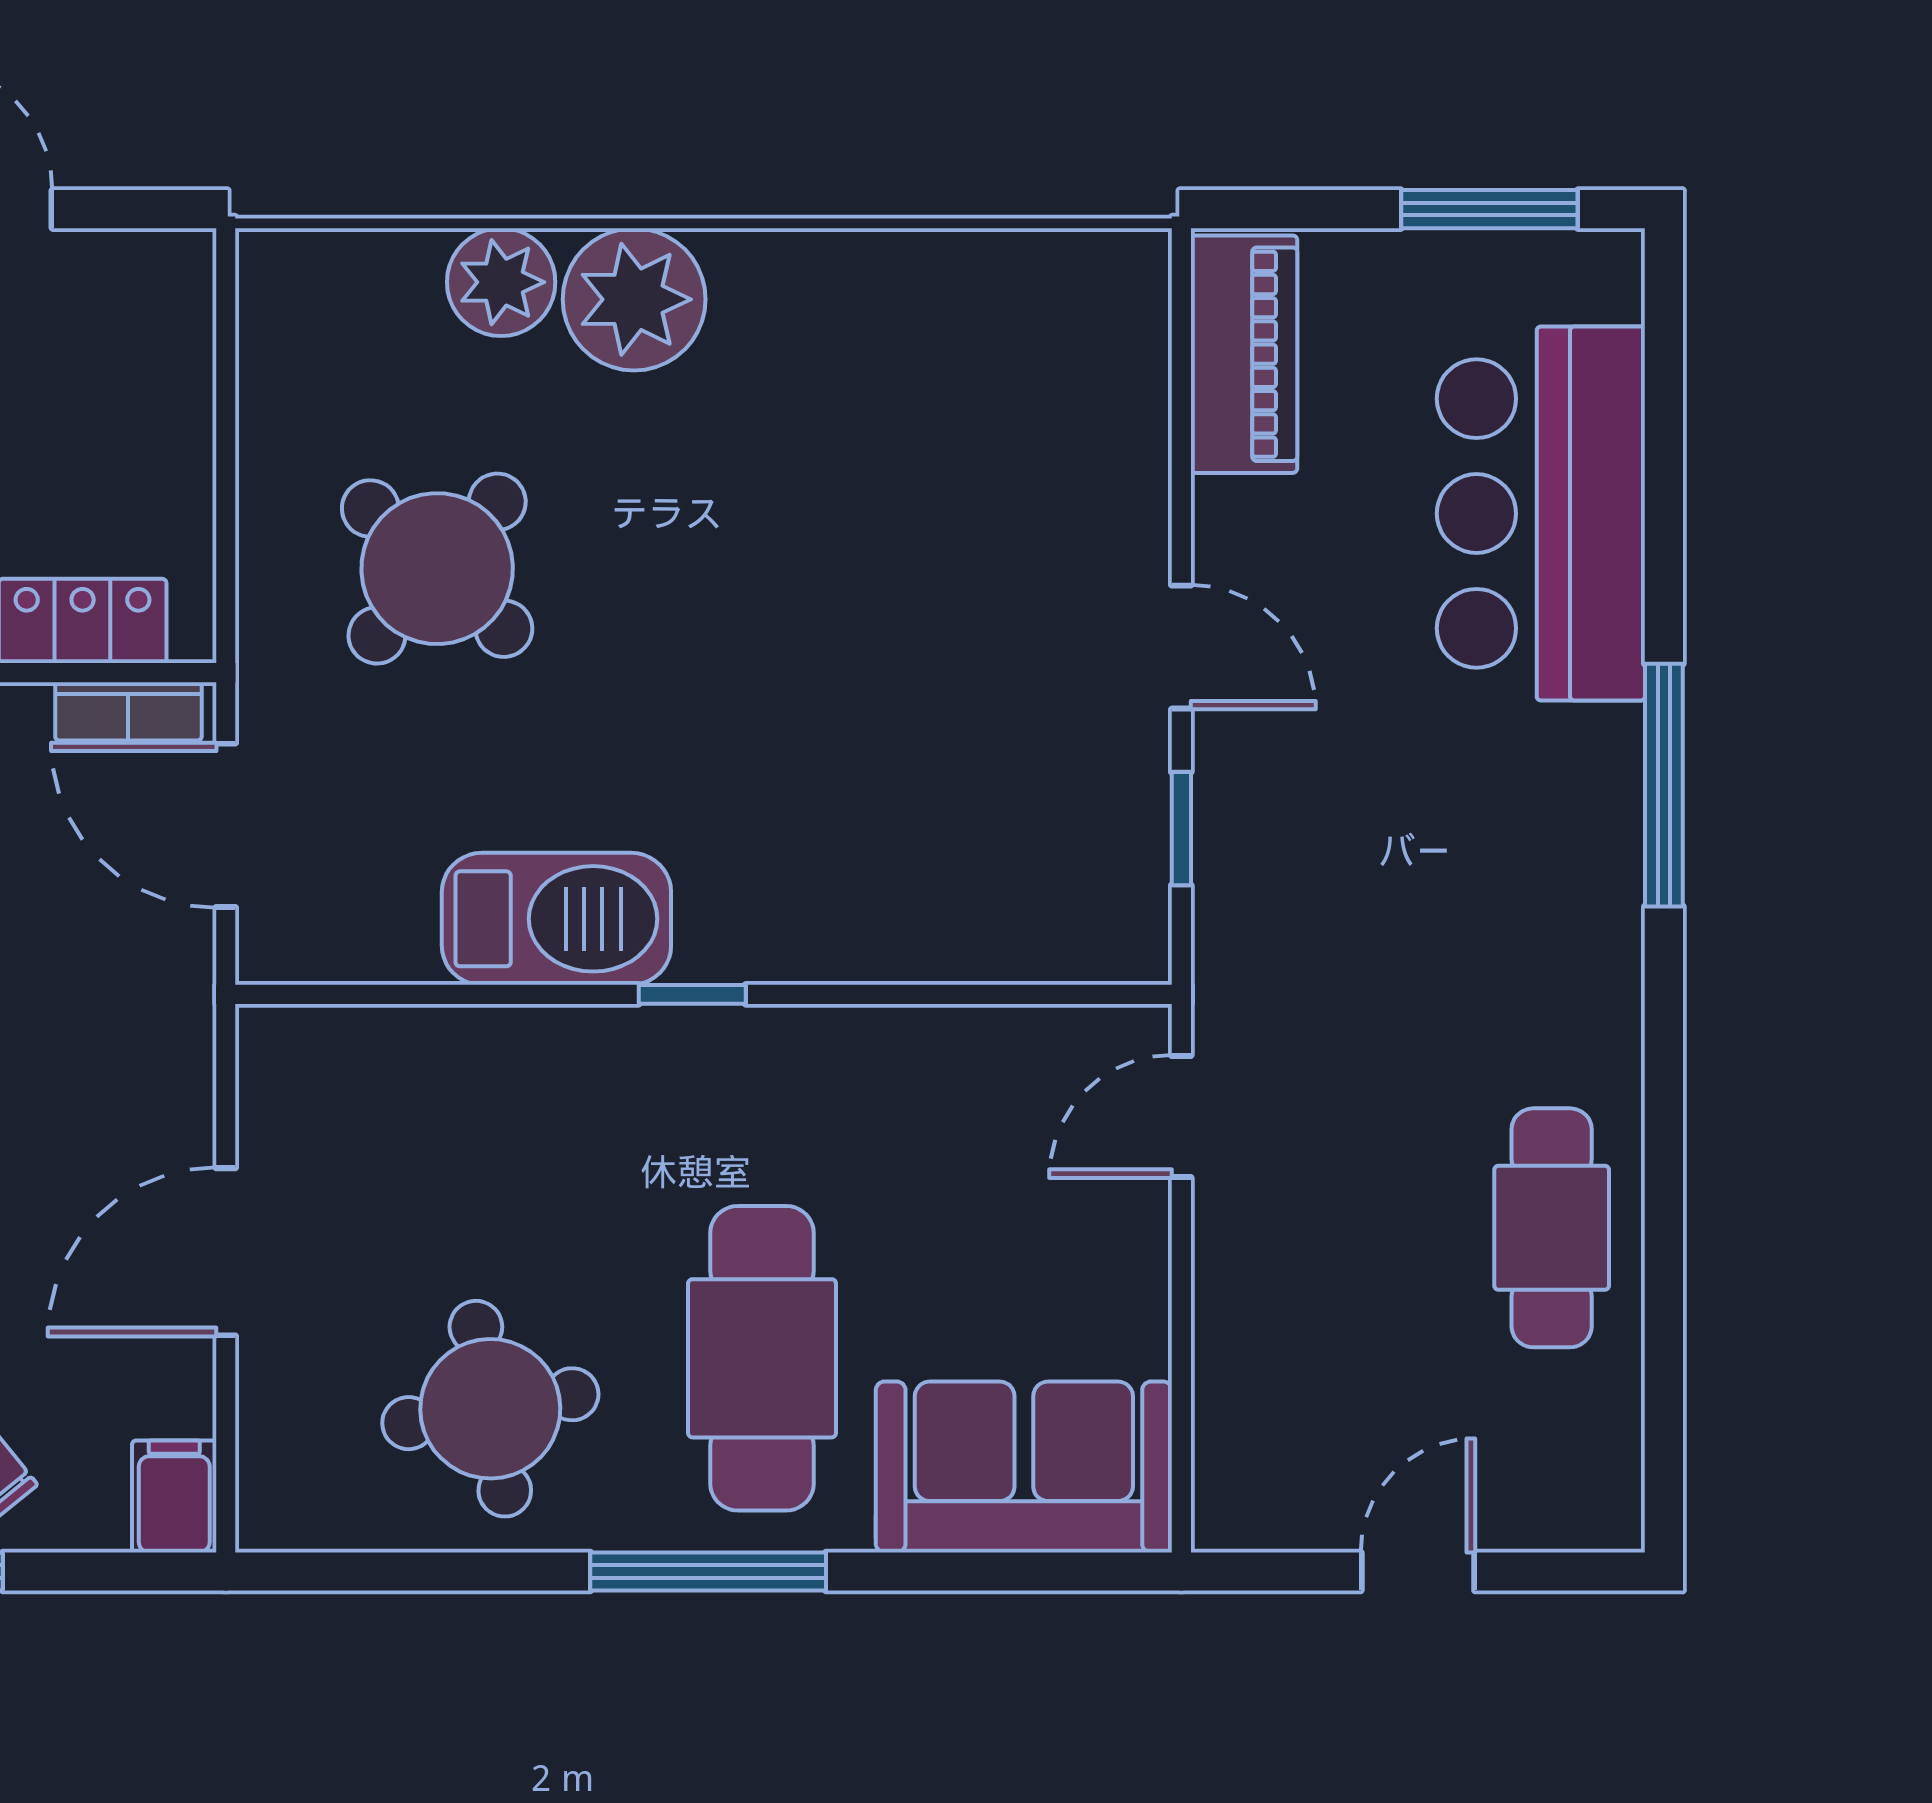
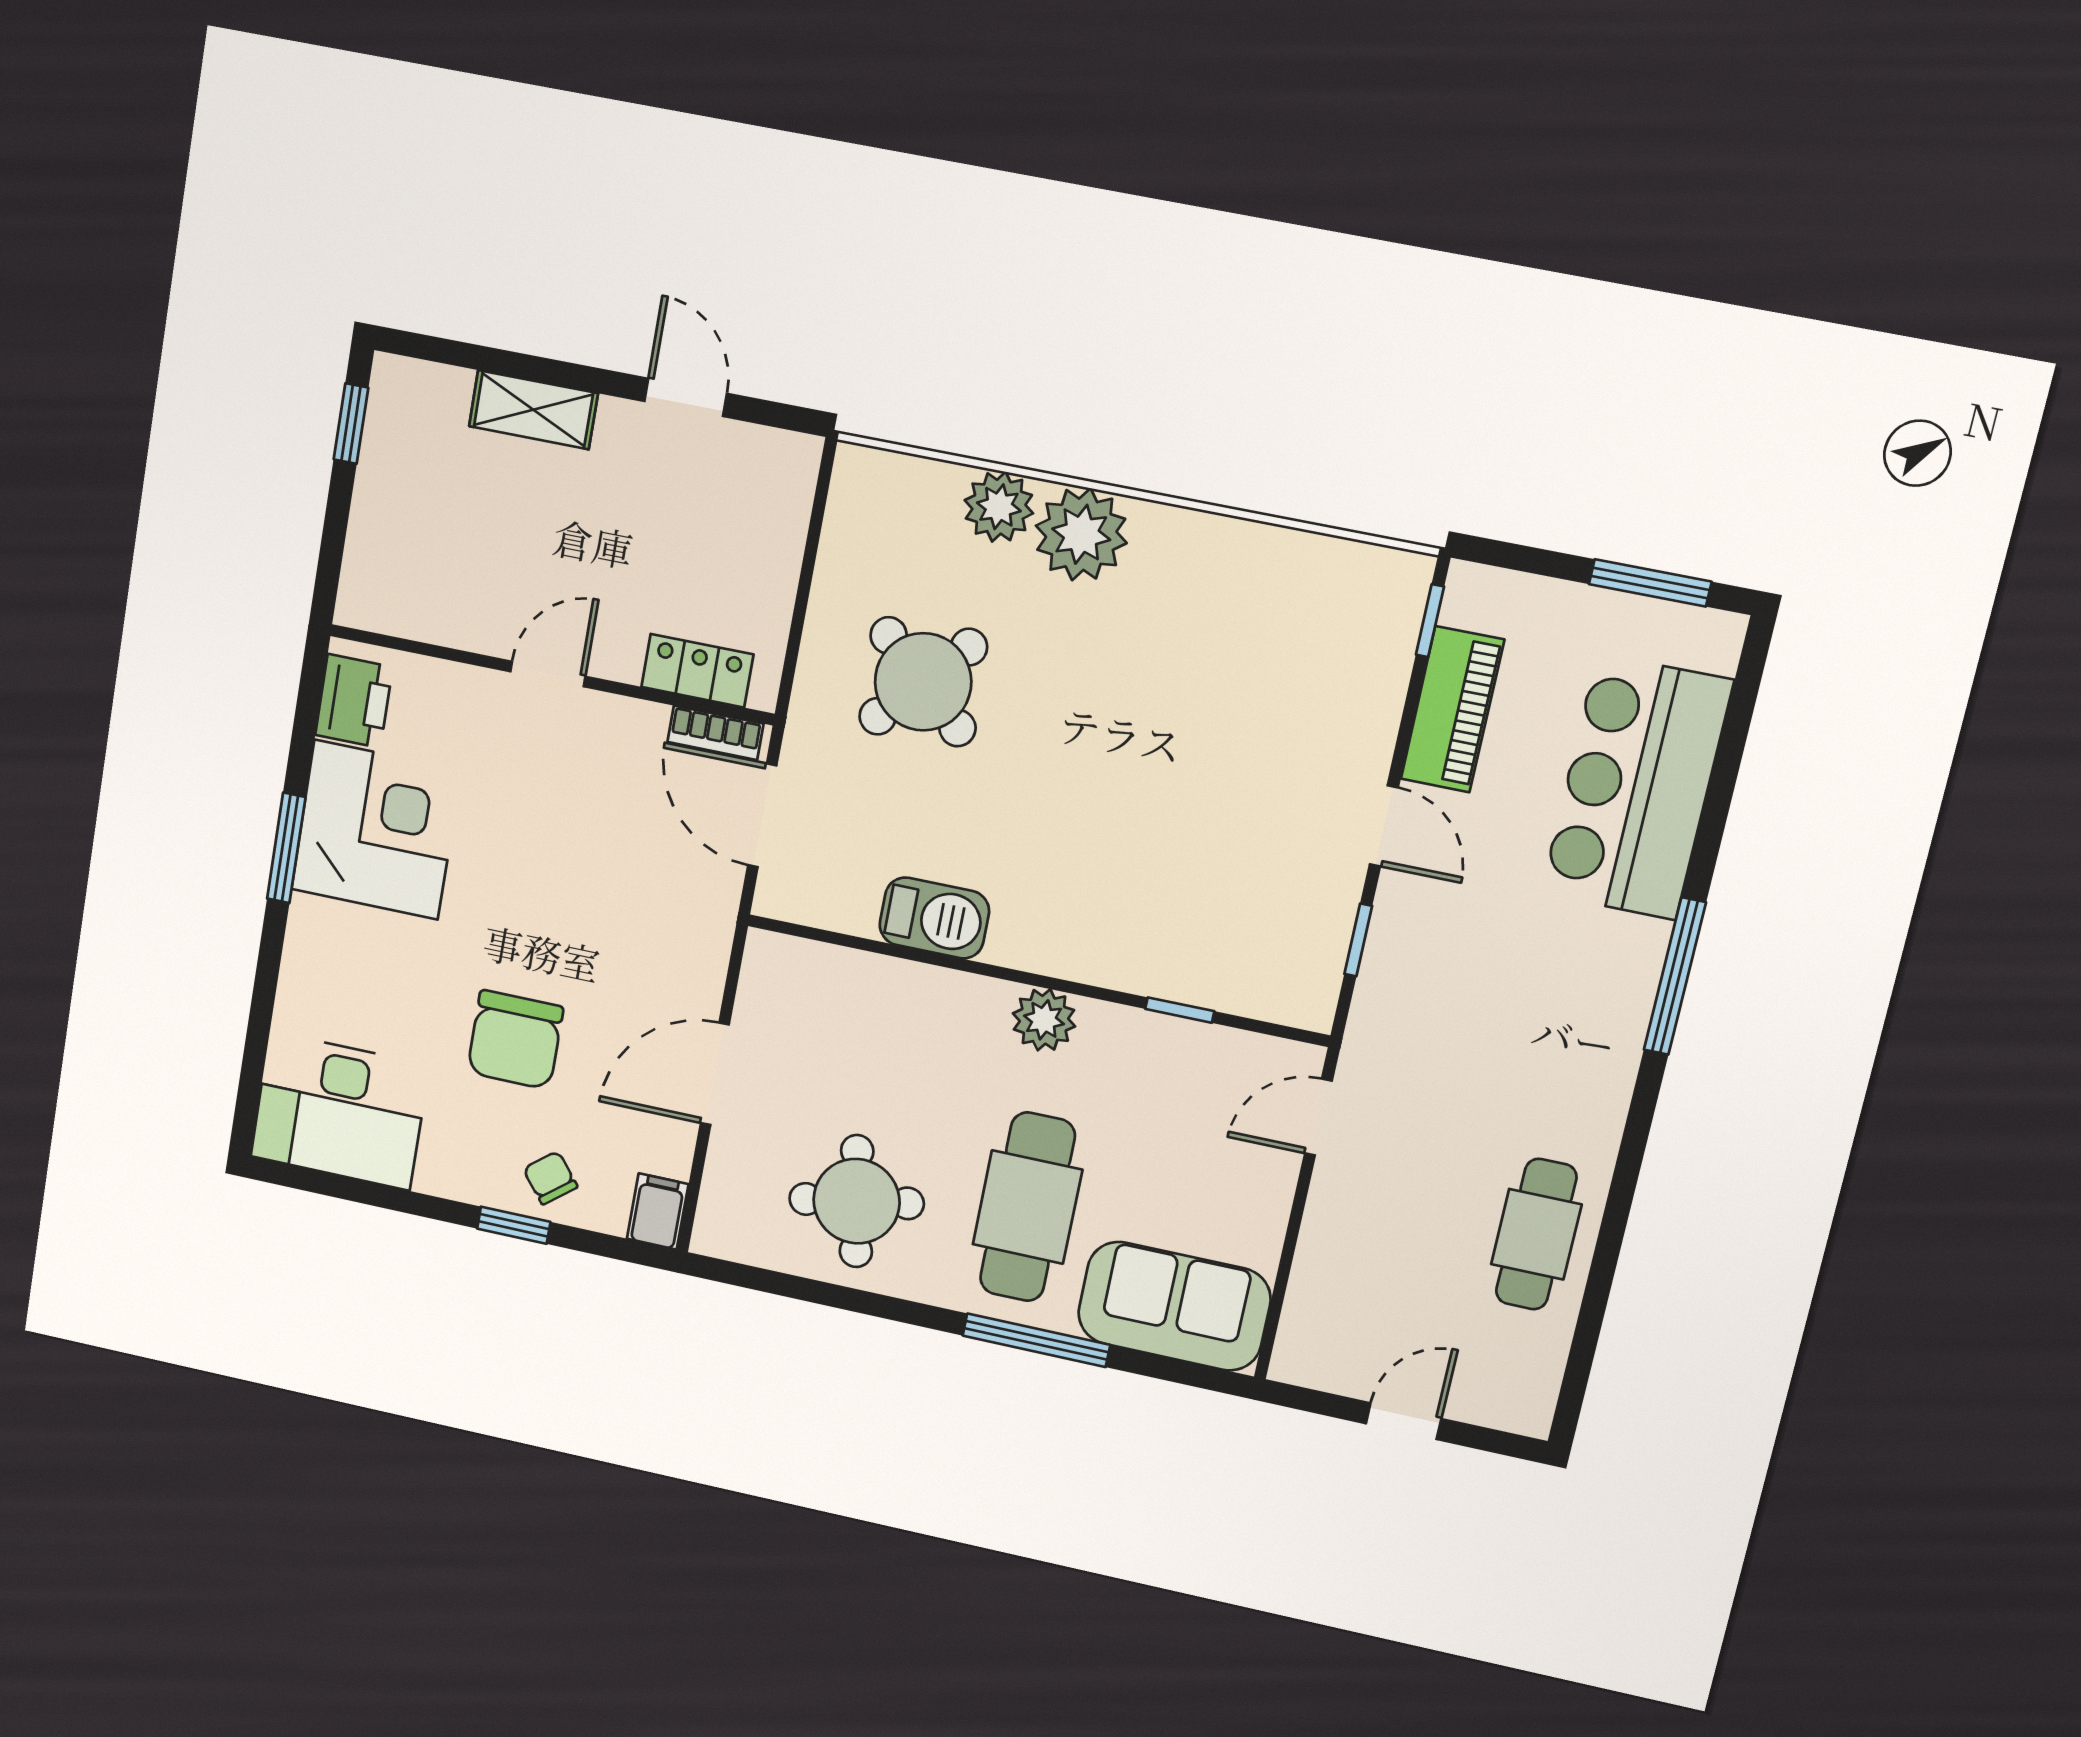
window: (1181, 327) -> (1430, 621), added
piano: (1244, 354) -> (1452, 709), moved
barbecue: (556, 919) -> (934, 918), width x0.73, depth x0.83
window: (692, 994) -> (1180, 1010), moved
plant: (728, 1054) -> (1044, 1020), added
window: (708, 1571) -> (1036, 1340), moved

